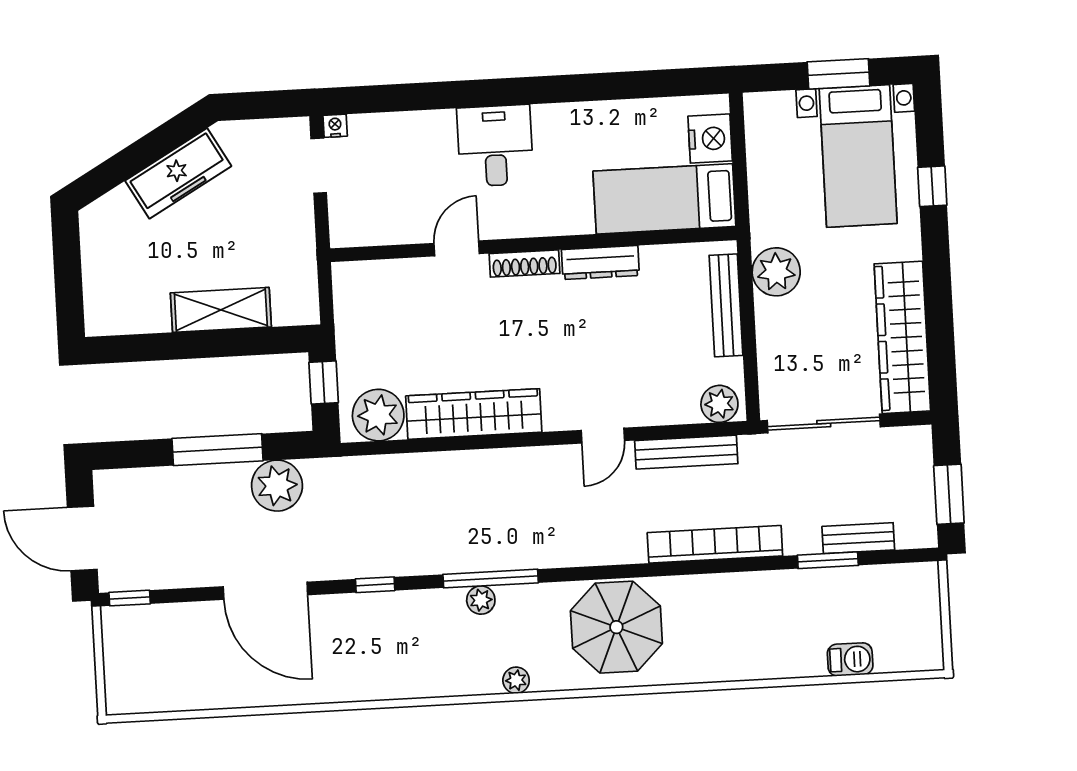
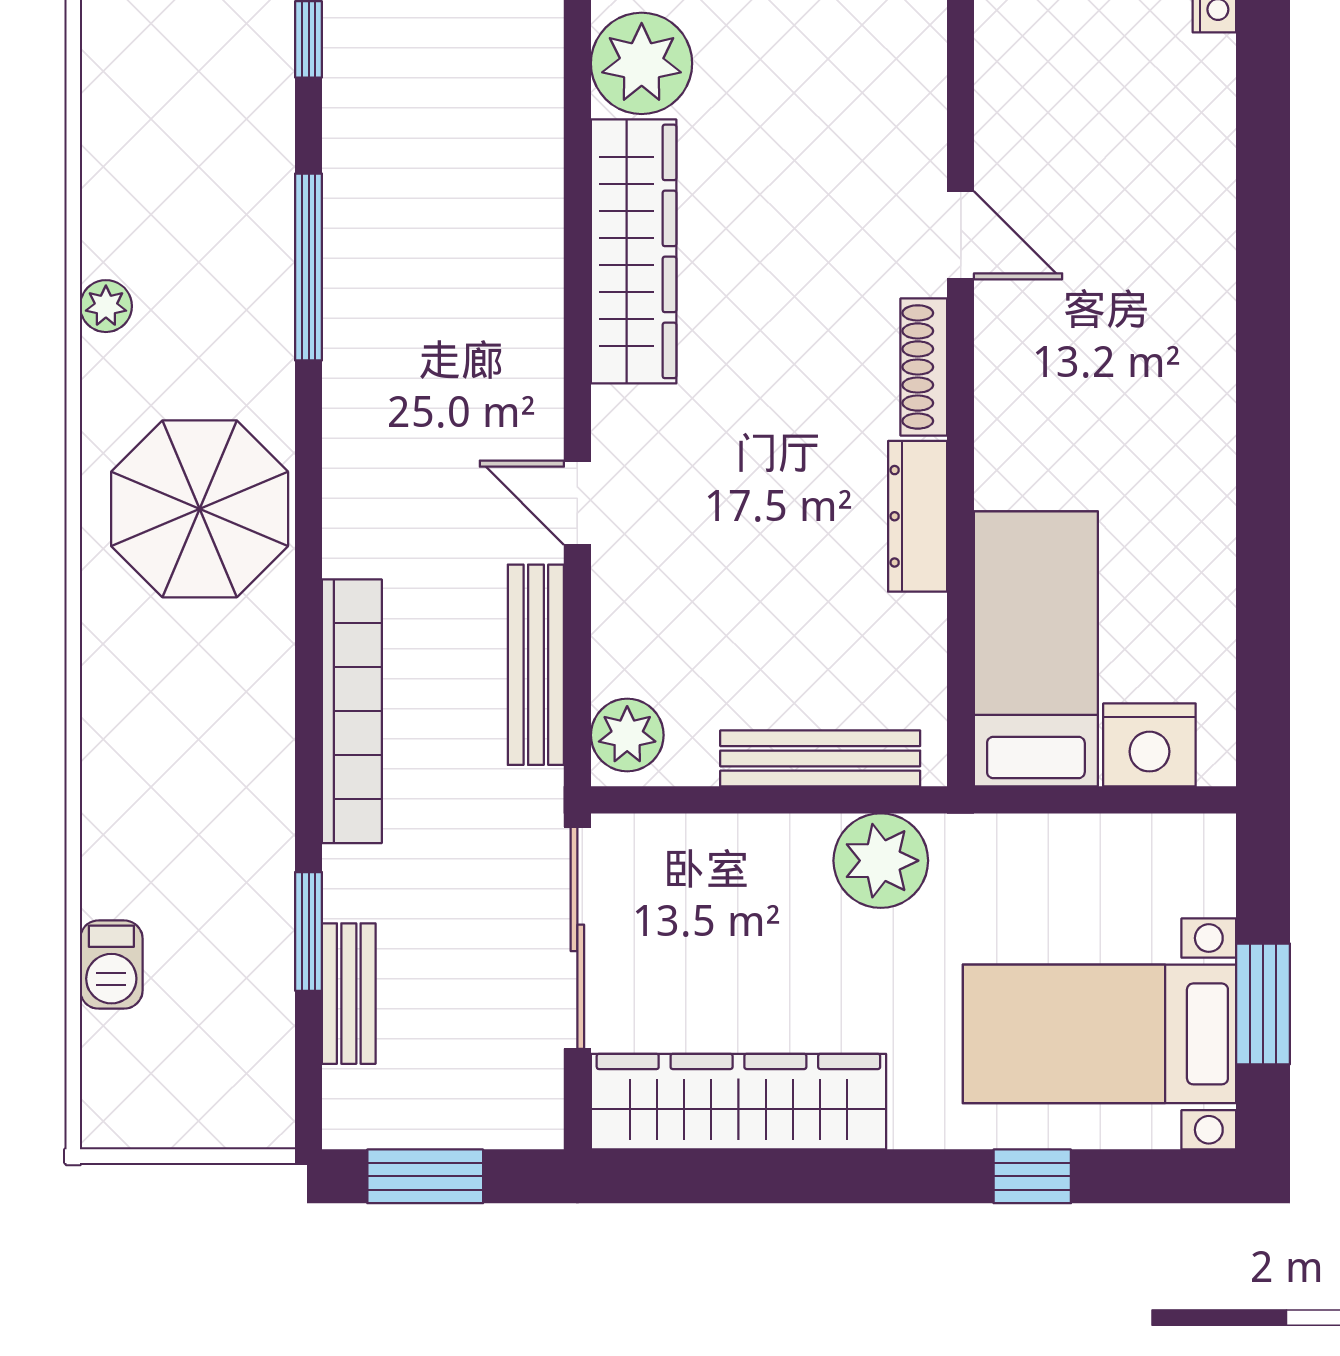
desk: (495, 146) -> (1158, 322), removed
plant: (481, 600) -> (267, 245), removed

